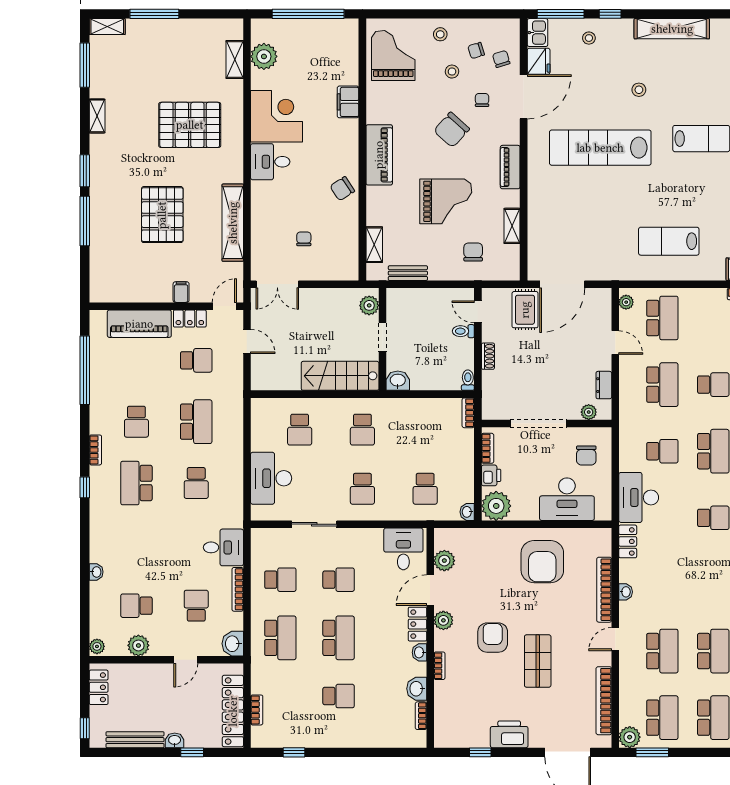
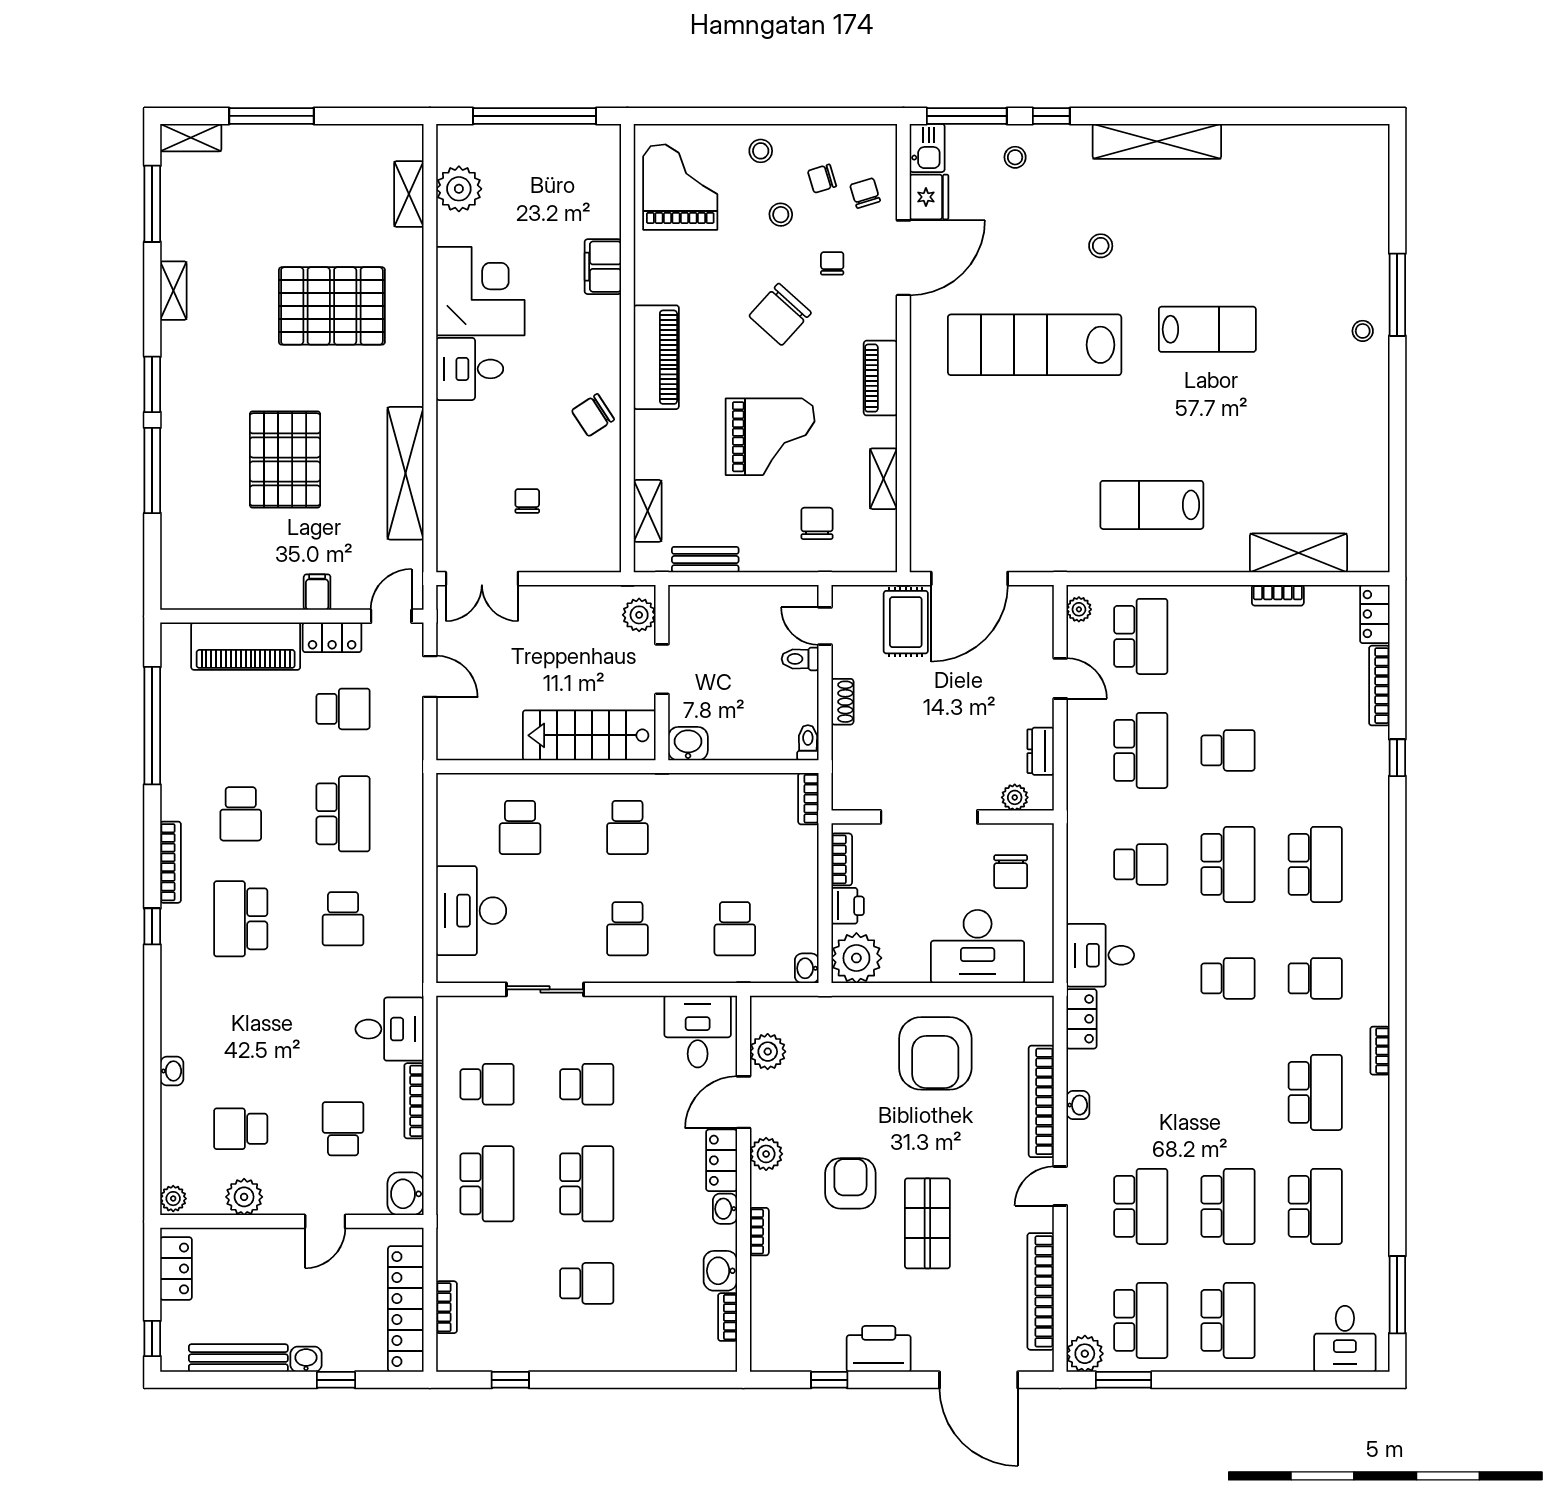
bookcase: (95, 450) -> (171, 862), width x1.56
desk: (639, 497) -> (1100, 955), width x0.73

